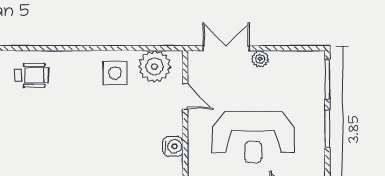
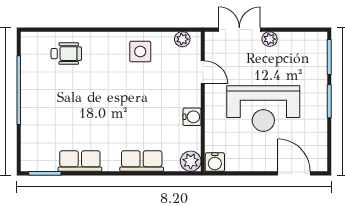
plant: (155, 67) -> (182, 39), width x0.53, depth x0.53

